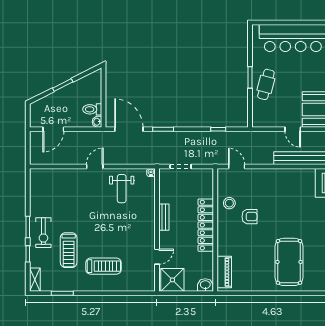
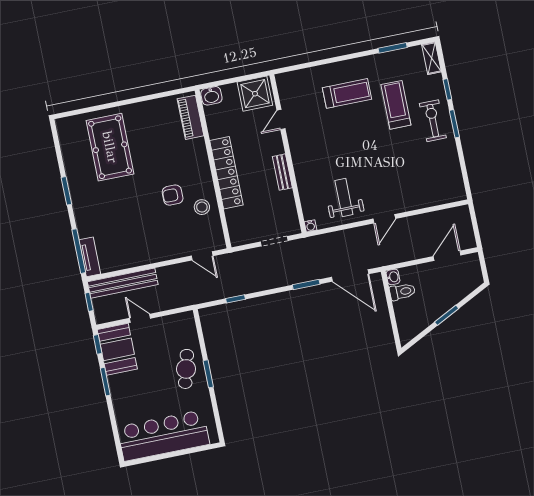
treadmill: (104, 266) -> (347, 93), turned 180

